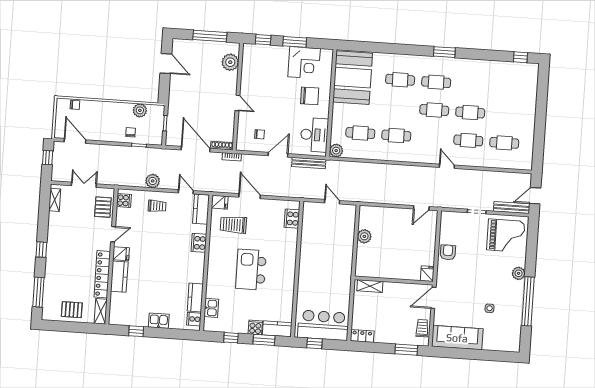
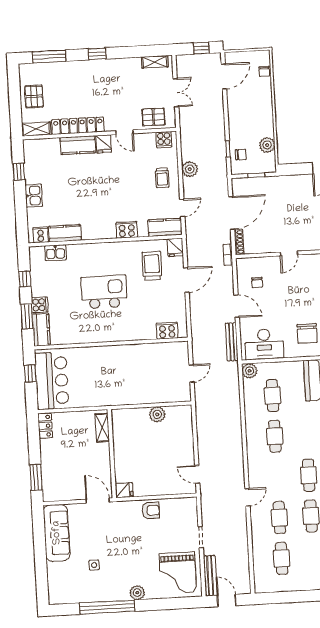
chair: (131, 132) -> (241, 154), moved
trolley: (422, 328) -> (62, 492), removed

